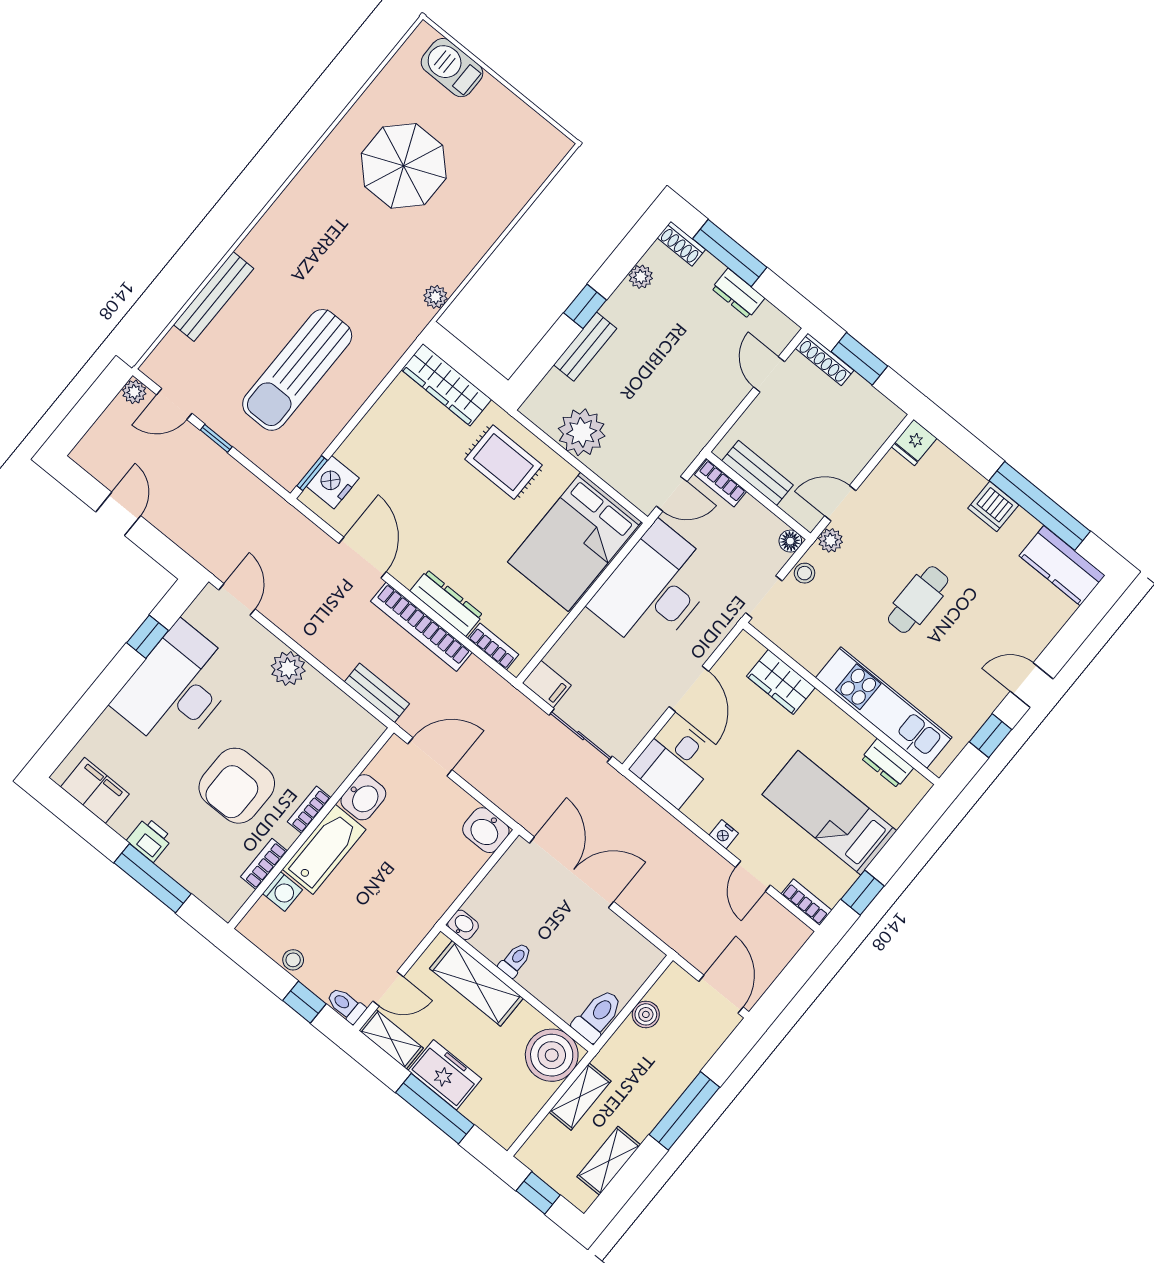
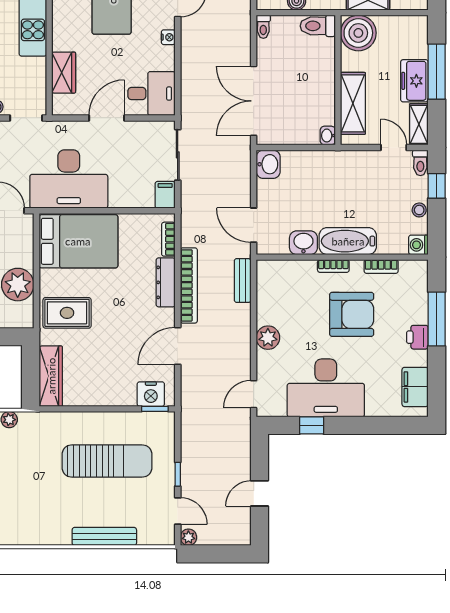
rug: (503, 462) -> (67, 313), turned 90
washing machine: (282, 892) -> (418, 245), moved, turned -90
toilet: (515, 960) -> (263, 27), moved, turned -90

